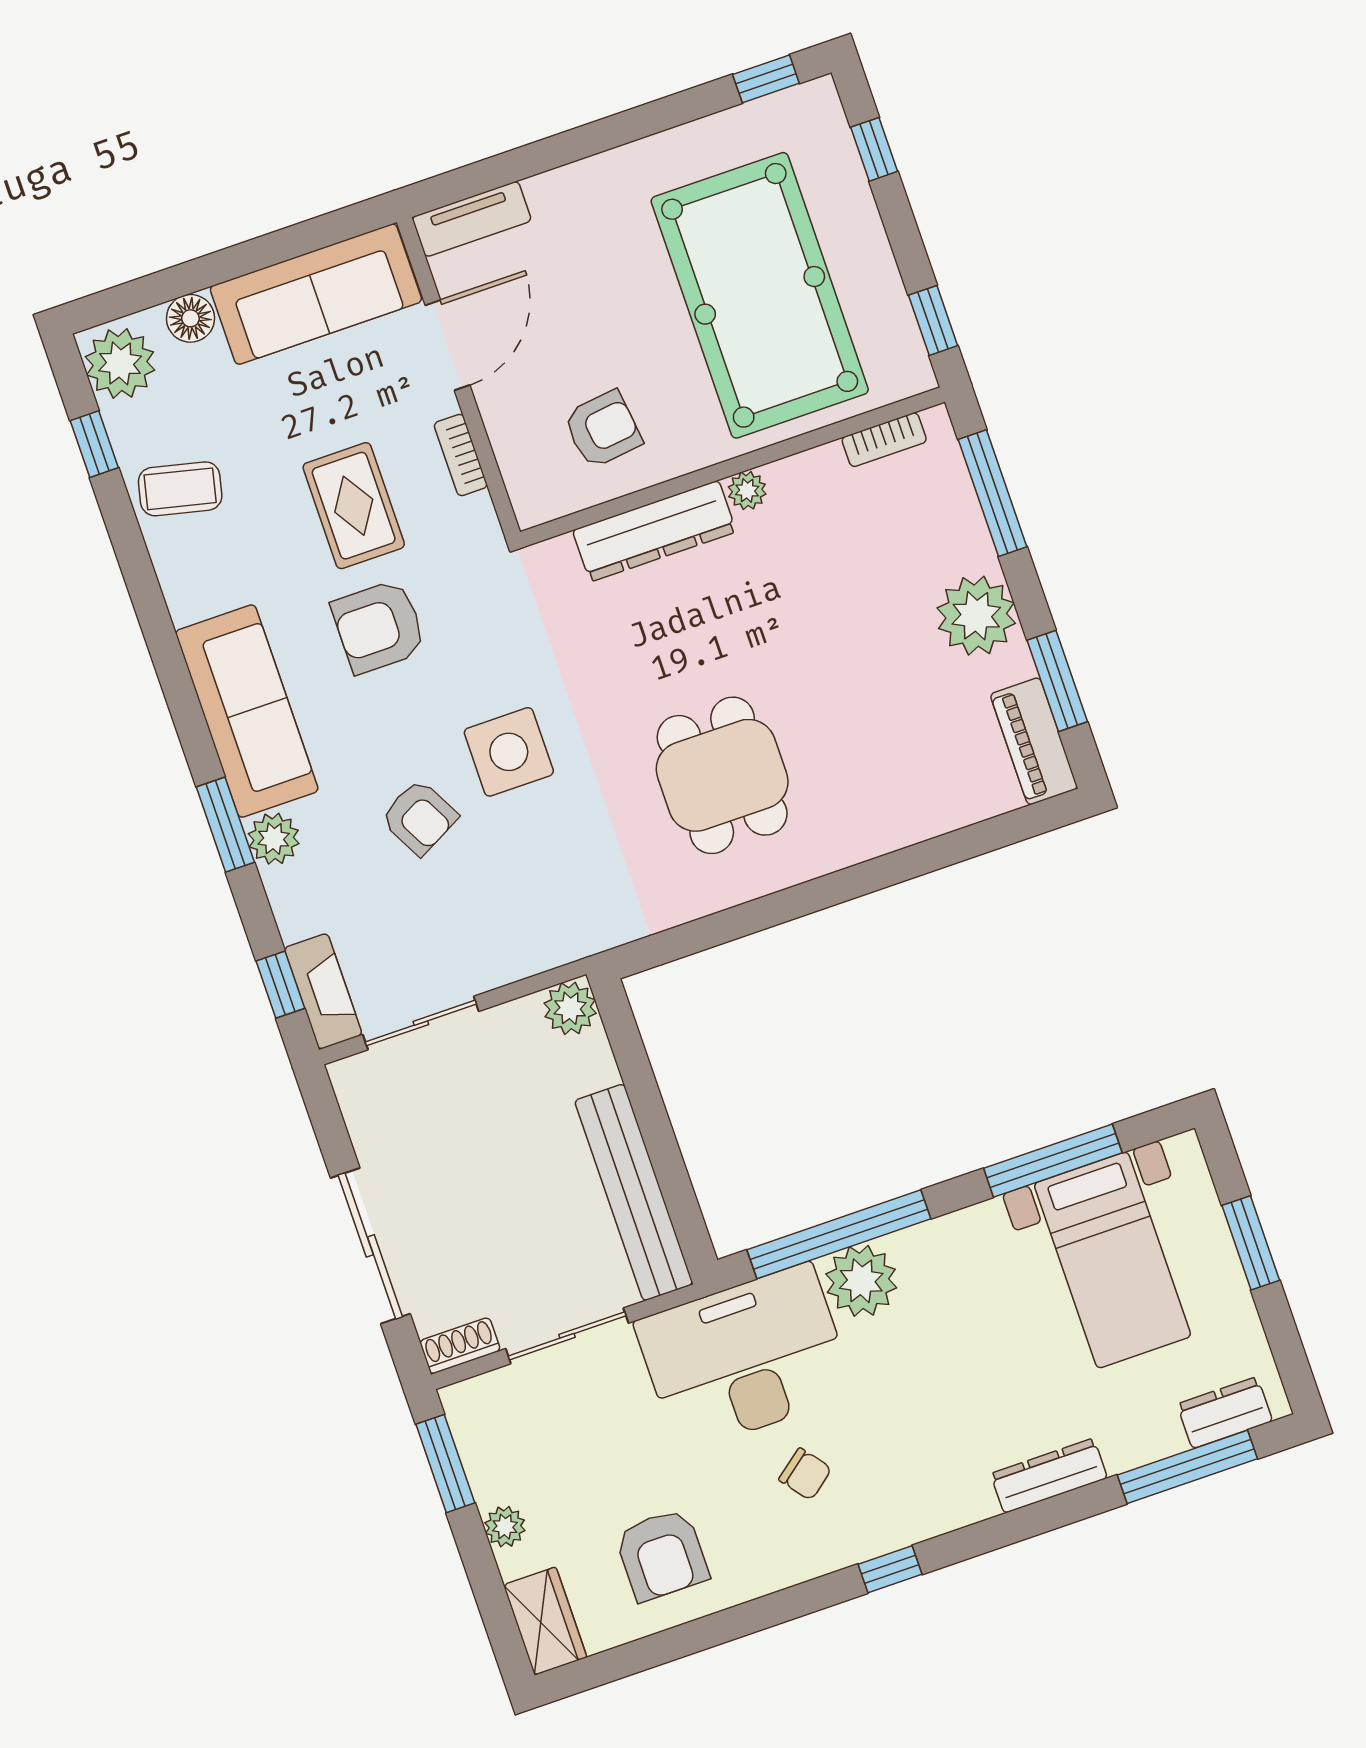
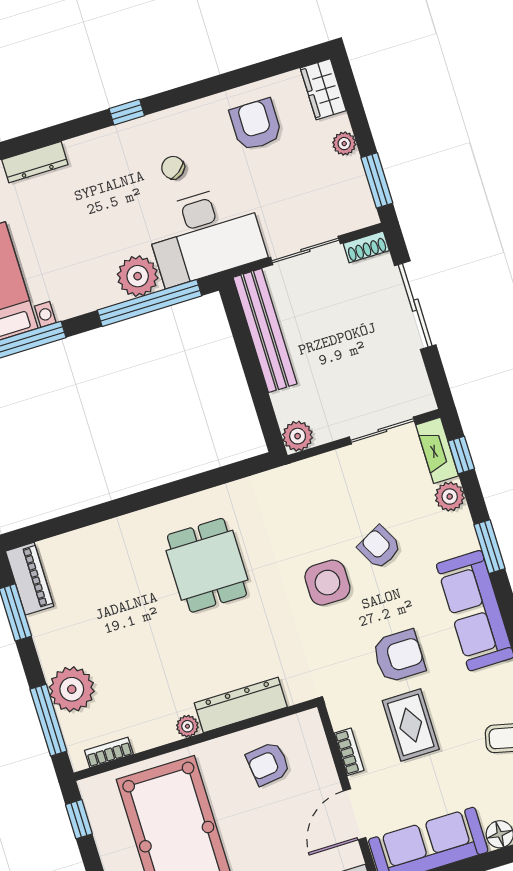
plant: (976, 616) -> (72, 689), moved
plant: (274, 839) -> (450, 497), moved

